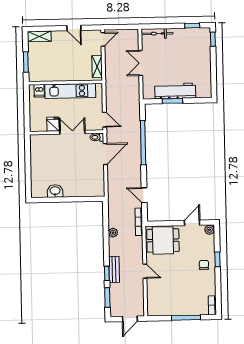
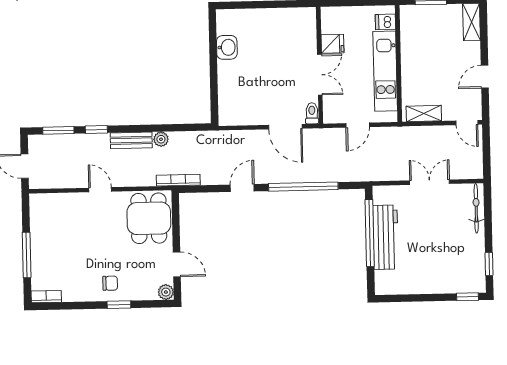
window: (172, 101) -> (370, 233), width x2.11
door: (105, 120) -> (358, 125), moved
door: (144, 195) -> (242, 188), moved
bench: (114, 269) -> (131, 140), moved
door: (145, 271) -> (100, 190), swing flipped

